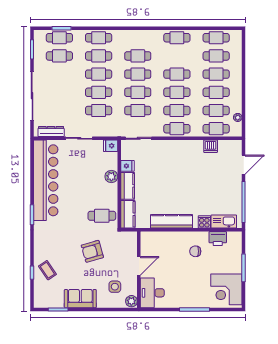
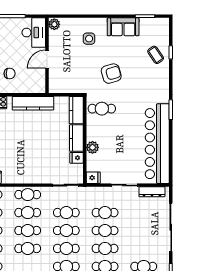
door: (139, 266) -> (47, 59), moved
wall: (139, 270) -> (47, 55), moved
desk: (152, 293) -> (34, 33), moved
plant: (131, 301) -> (54, 24), moved

